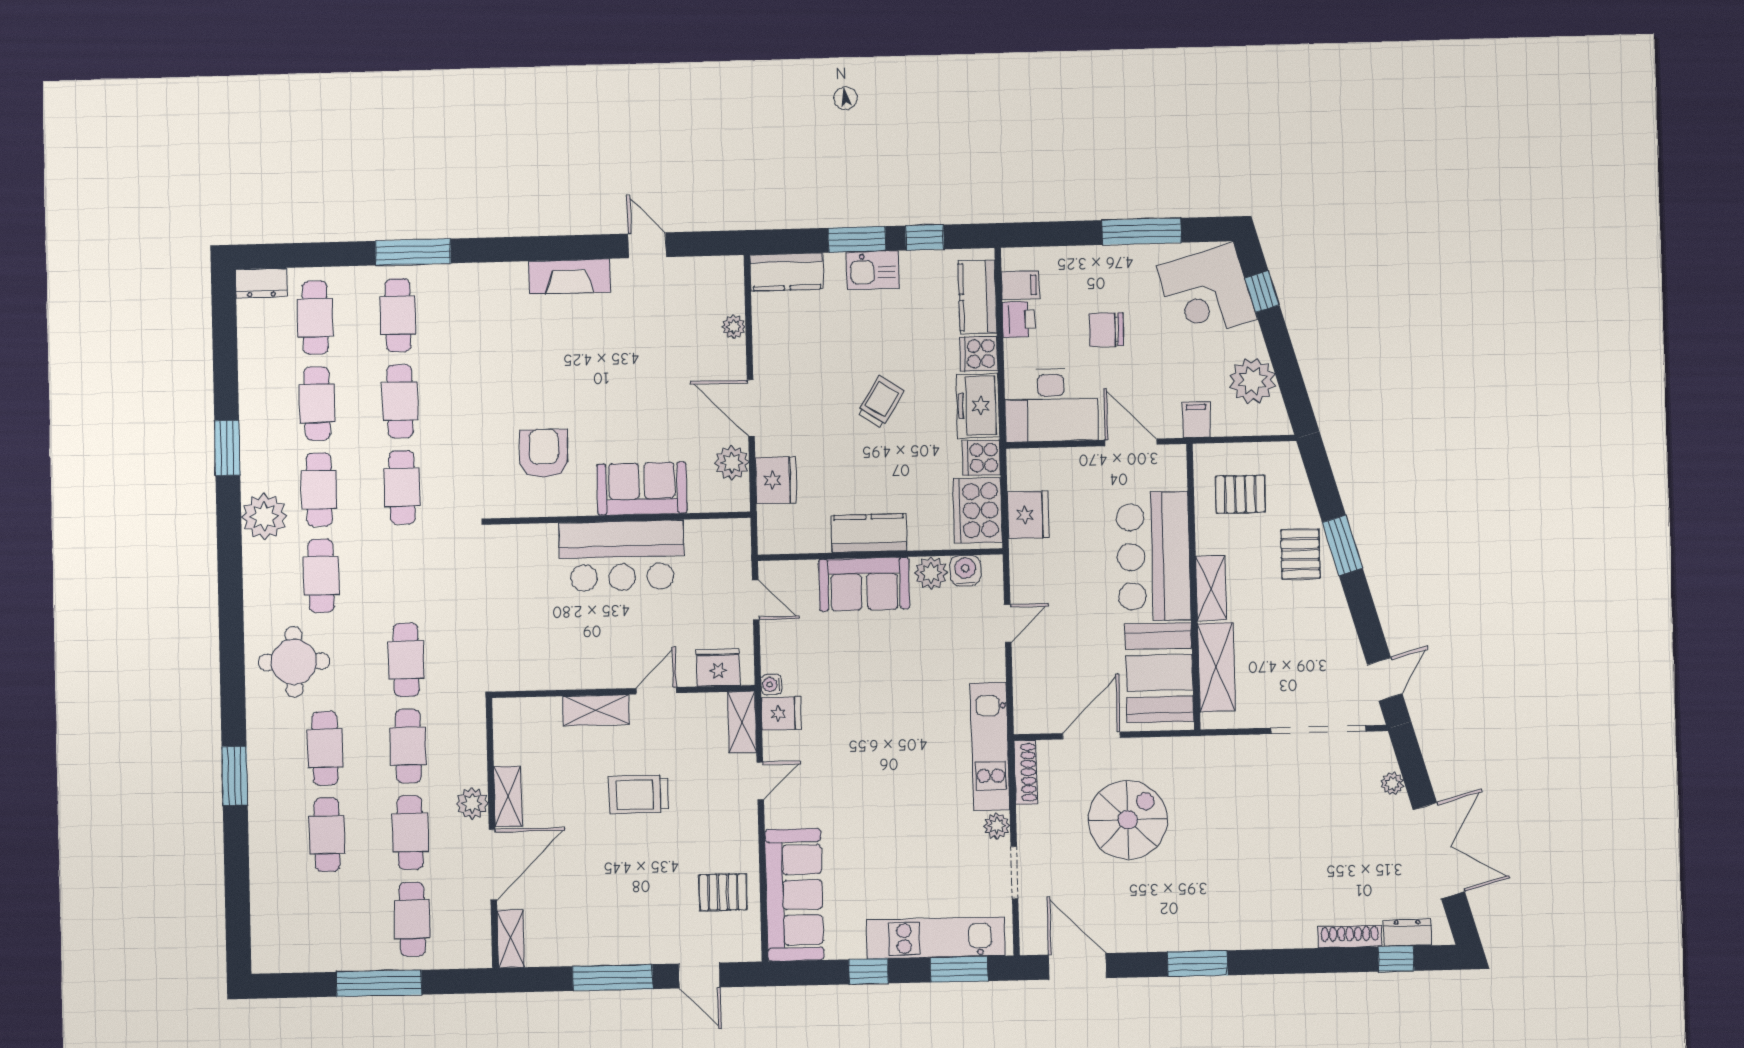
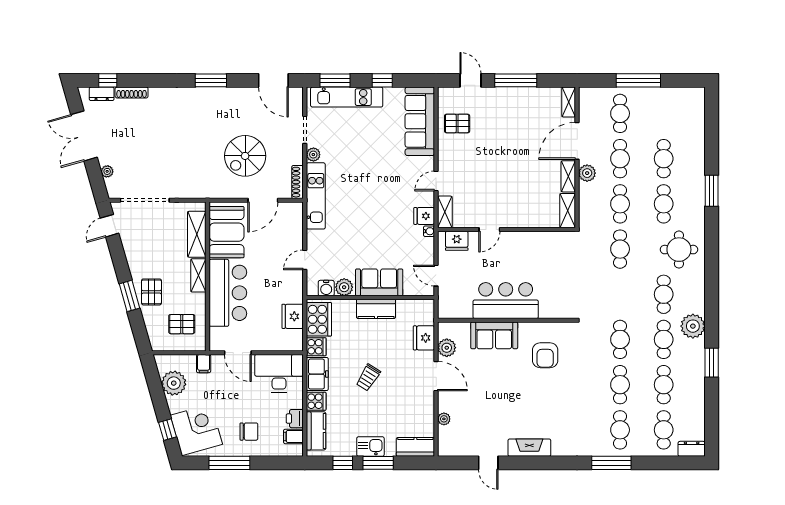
chair: (1106, 330) -> (249, 432), moved
shelving: (596, 710) -> (568, 211), moved, turned 90
trolley: (639, 794) -> (500, 176), removed

